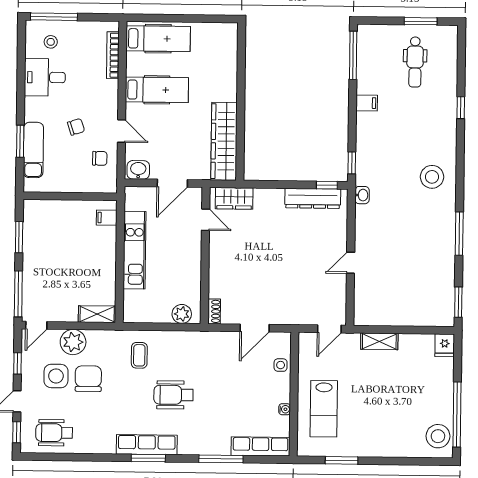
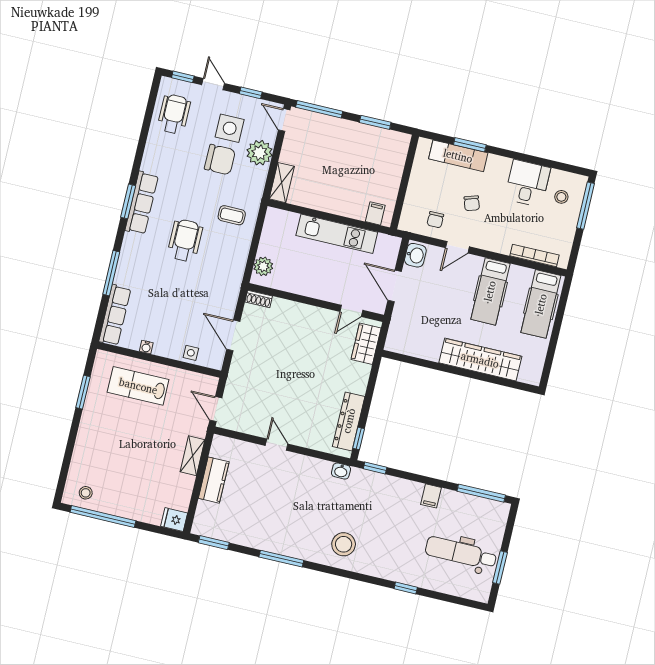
dental chair: (415, 62) -> (461, 553), width x1.36, depth x1.38
wardrobe: (224, 141) -> (480, 360), moved
kitchen counter: (398, 316) -> (214, 480), added
stool: (438, 436) -> (86, 493), width x0.53, depth x0.53

